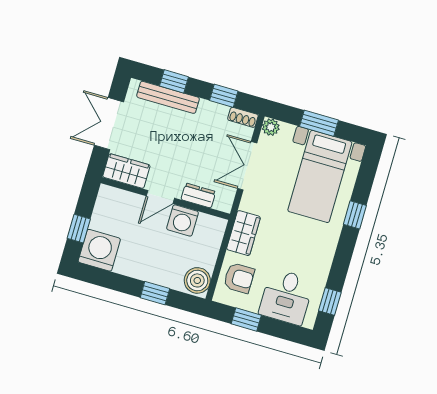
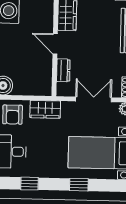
washing machine: (183, 220) -> (43, 64), removed
window: (330, 301) -> (30, 184), moved

